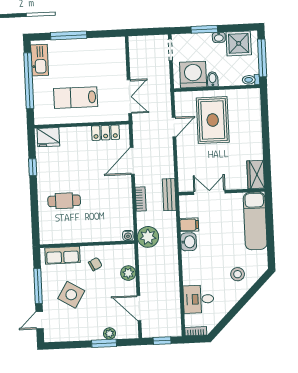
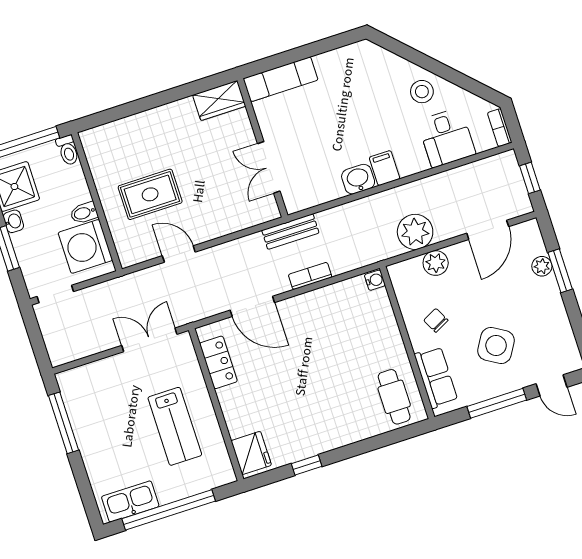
window: (69, 35) -> (64, 423), moved
rug: (213, 120) -> (150, 194), width x0.73, depth x0.70
cafe table: (64, 201) -> (394, 397), moved
exam couch: (255, 221) -> (281, 79), width x0.73, depth x0.69
filing cabinet: (189, 225) -> (384, 168), moved
plant: (148, 237) -> (415, 232), moved
stool: (238, 274) -> (422, 92), moved

